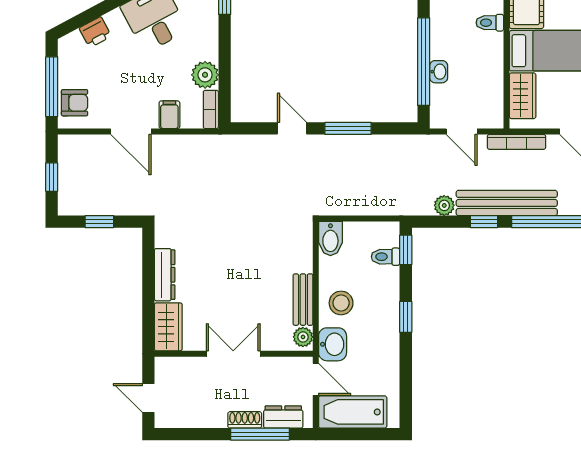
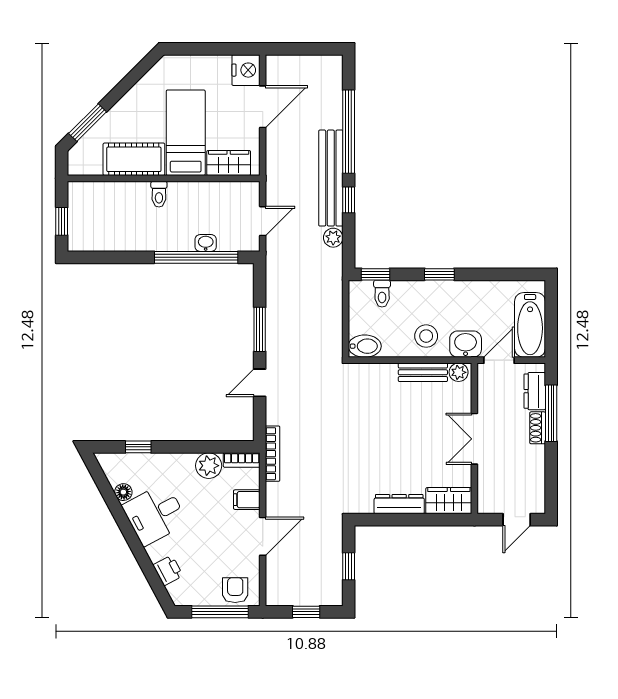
bookcase: (516, 142) -> (273, 454), moved

